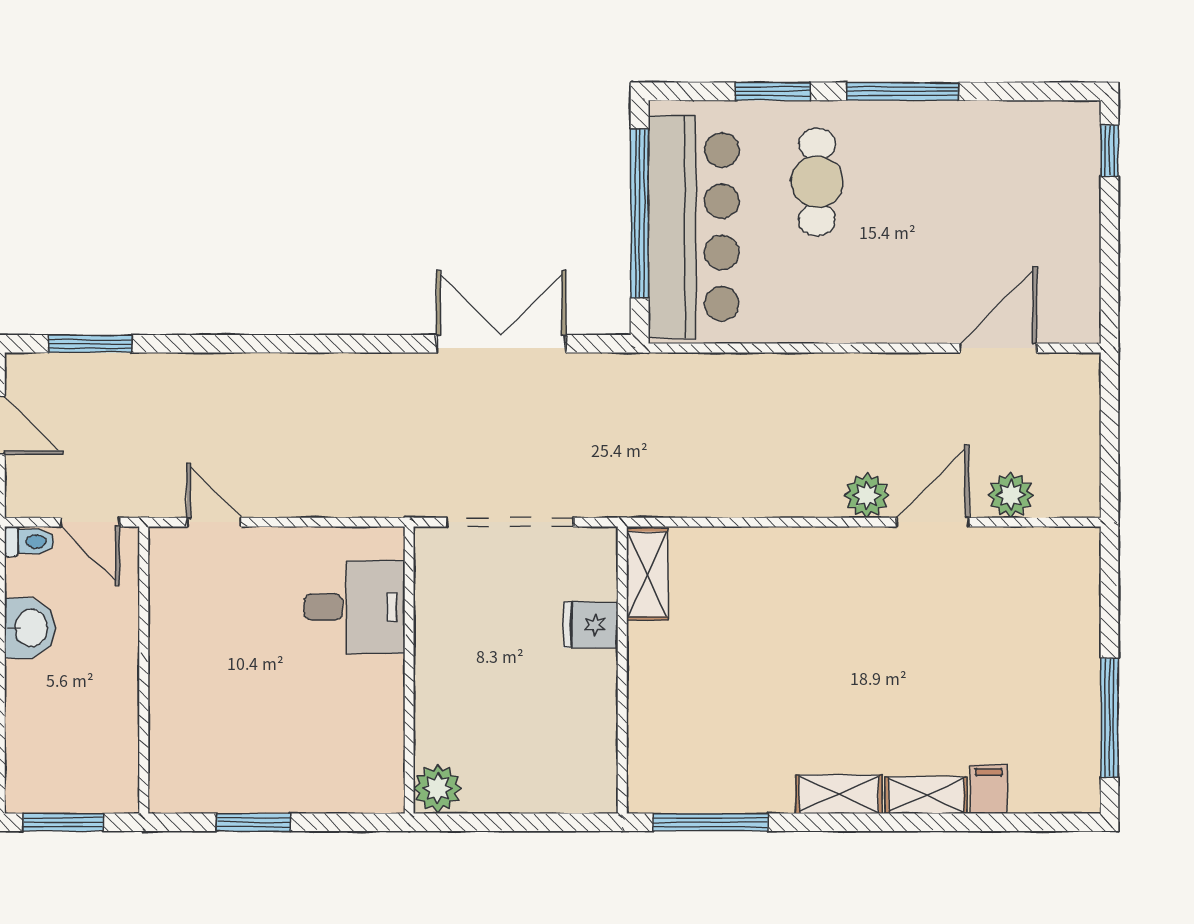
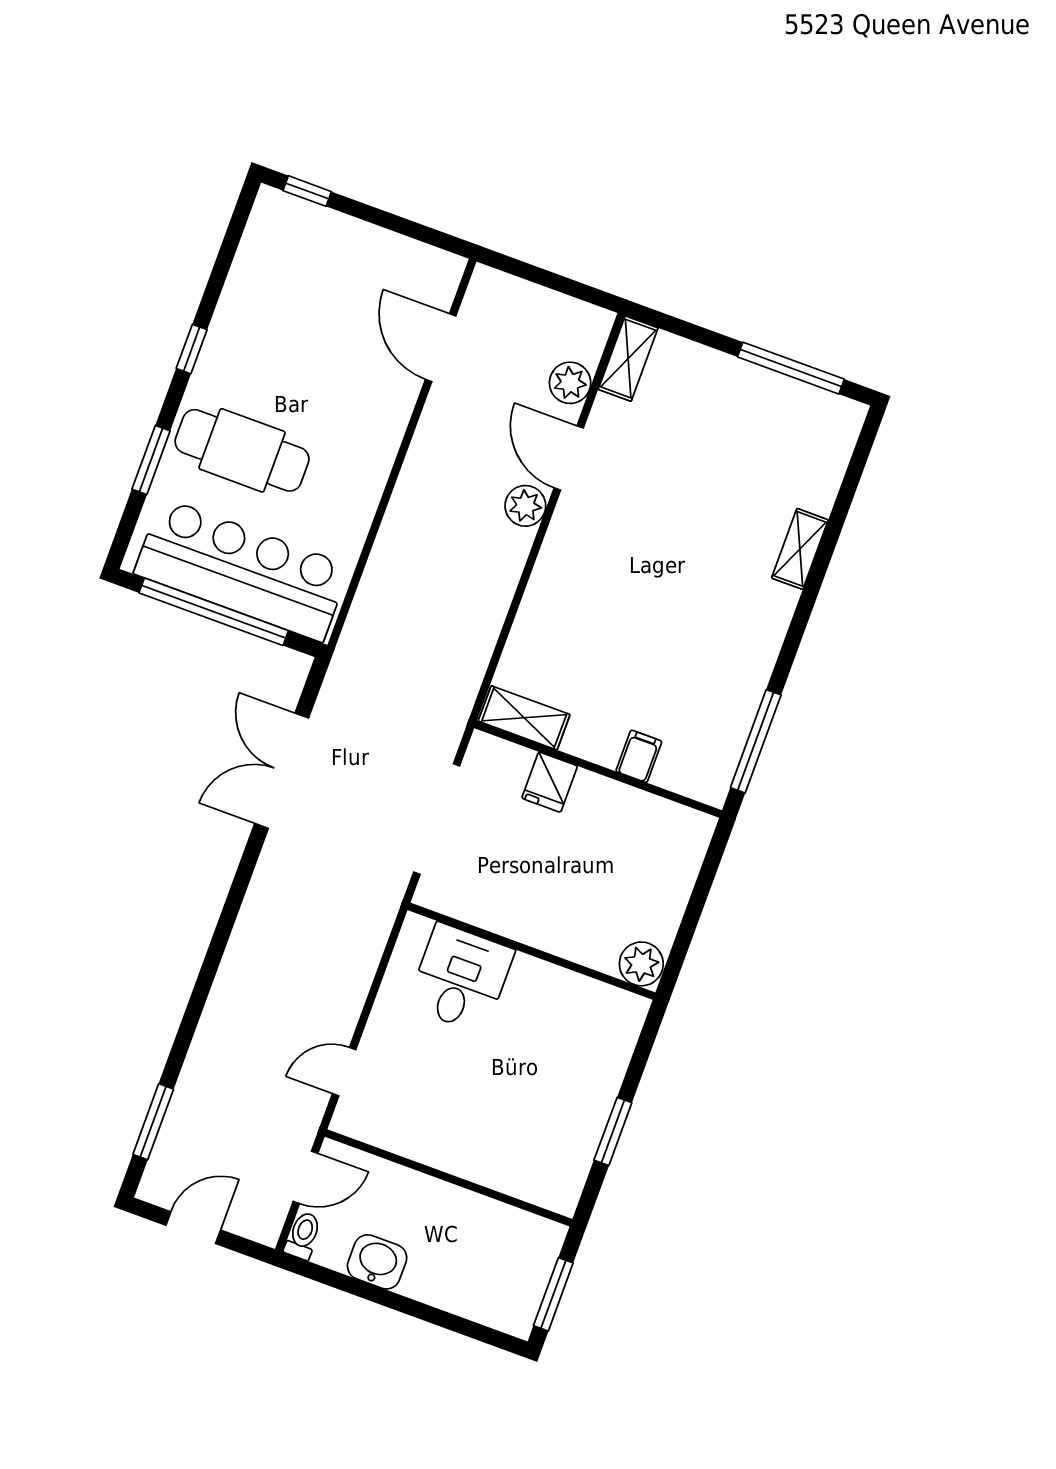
window: (903, 91) -> (192, 349), width x0.46
cafe table: (817, 182) -> (242, 450), width x1.37, depth x1.35
filing cabinet: (989, 789) -> (639, 756), moved, turned 90
shelving: (839, 794) -> (628, 359), moved

